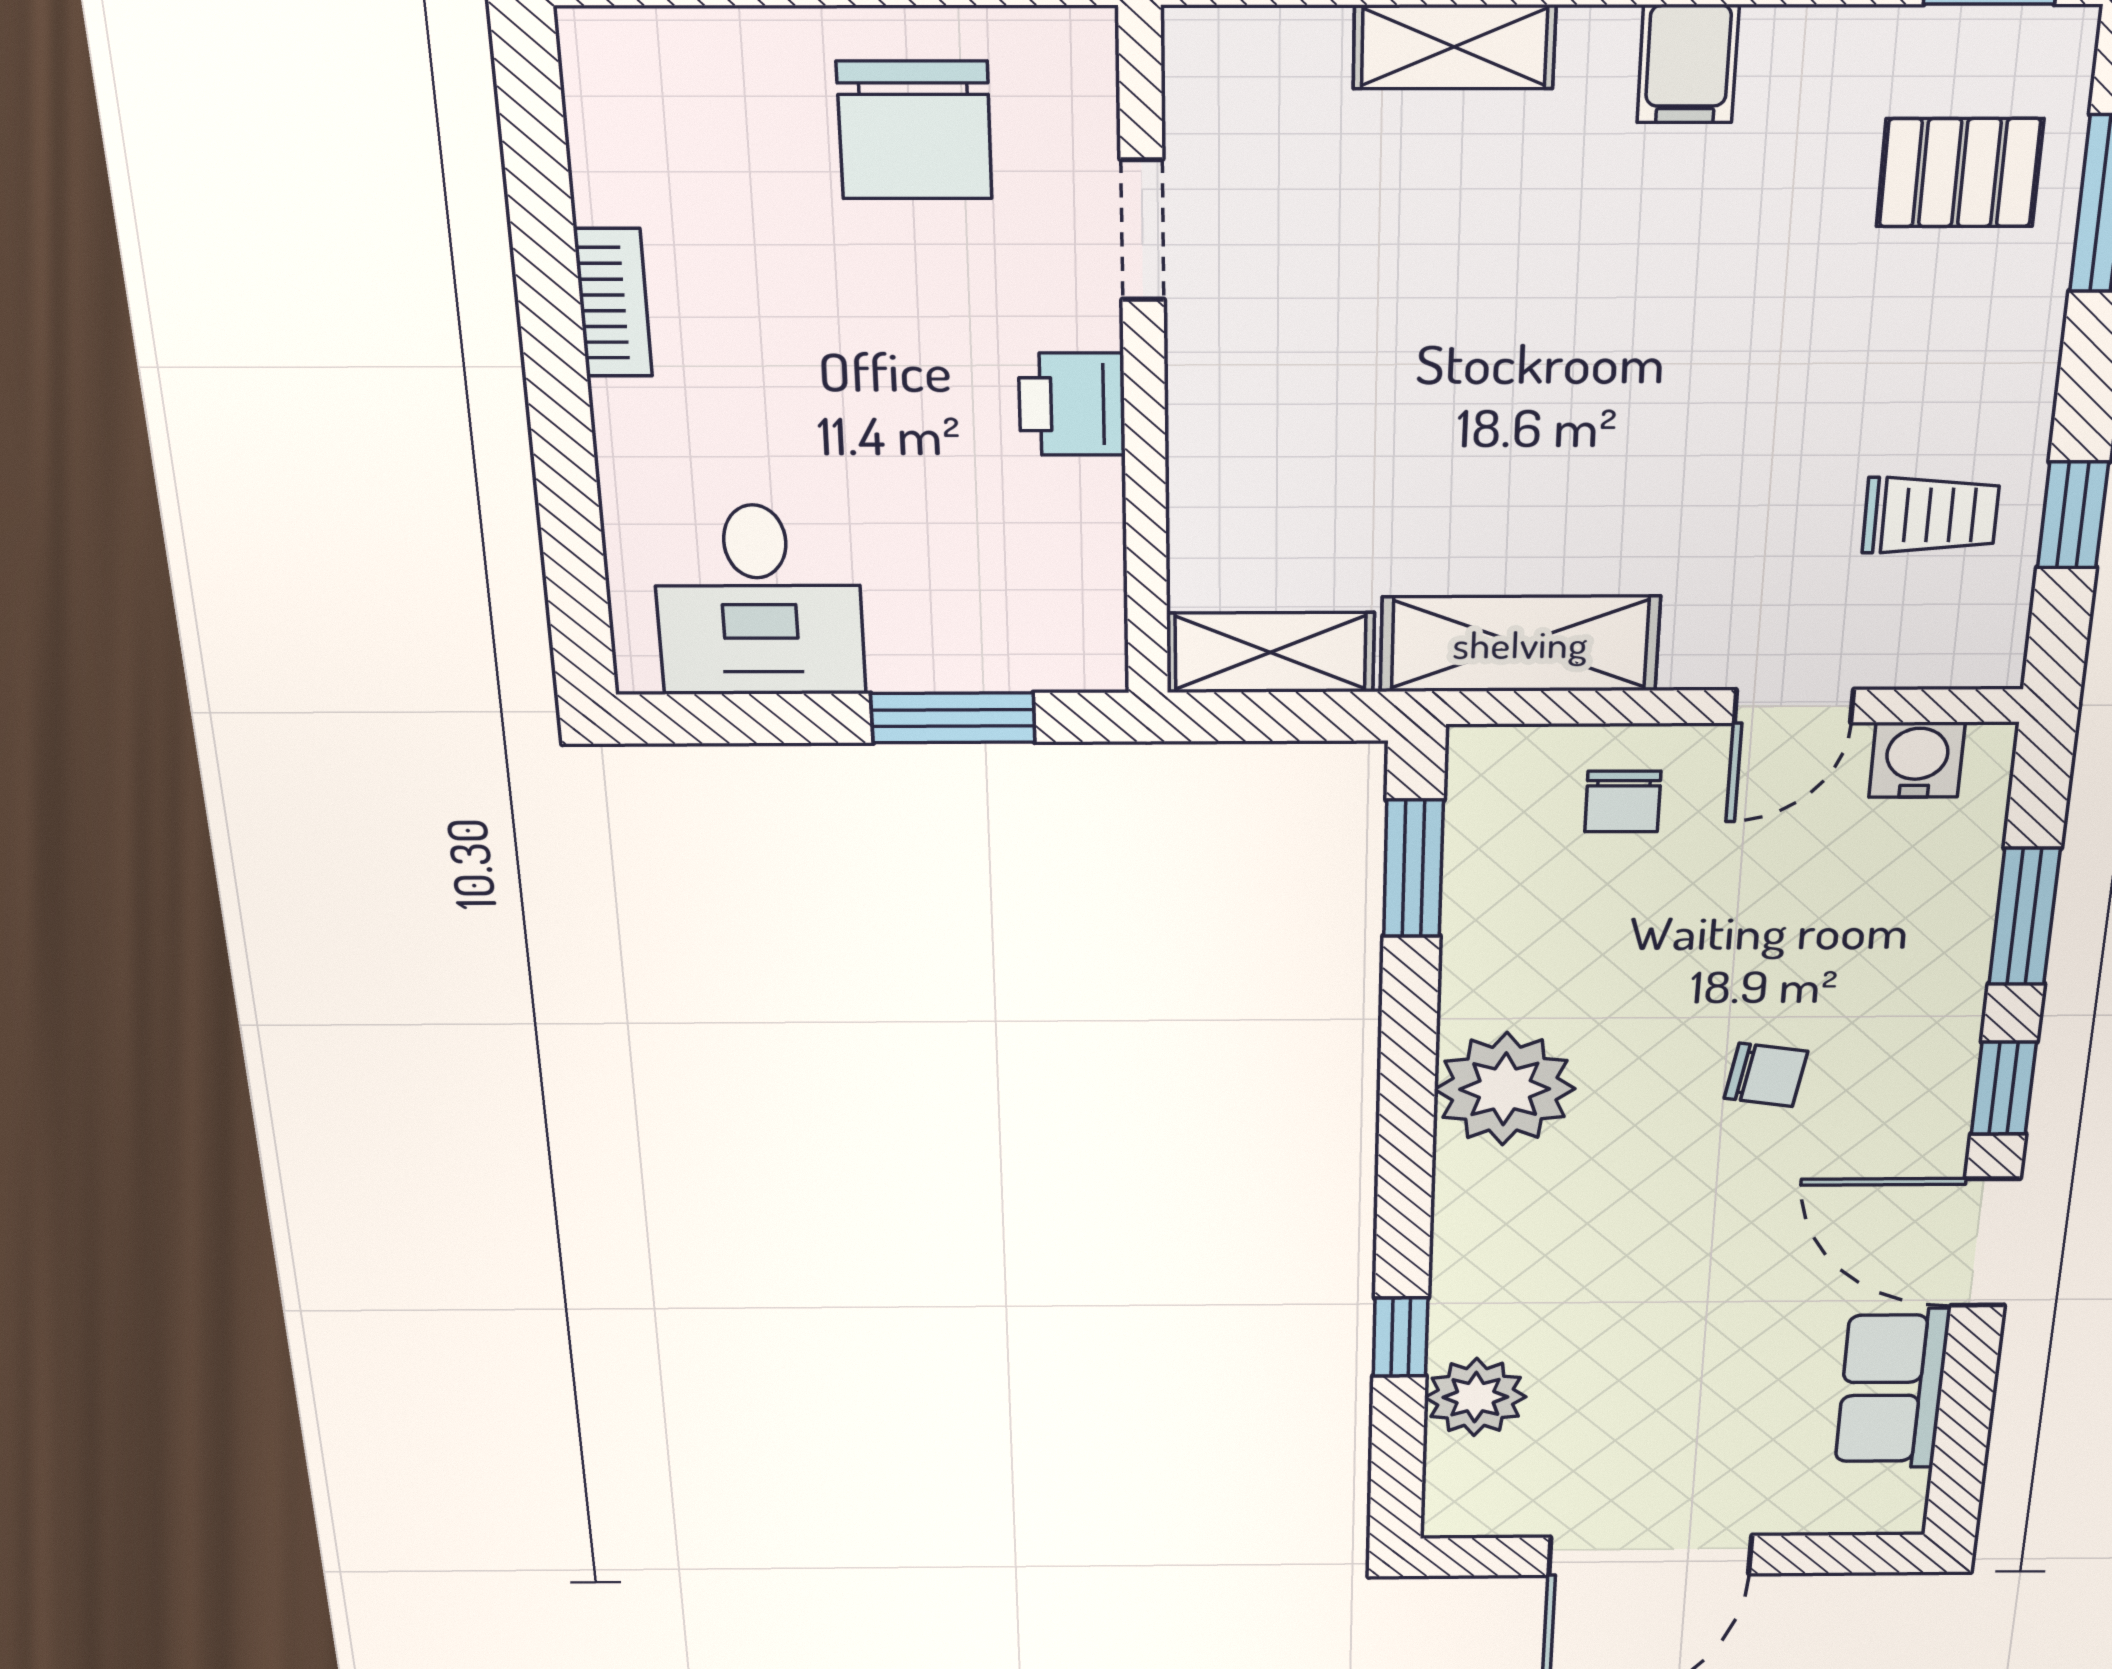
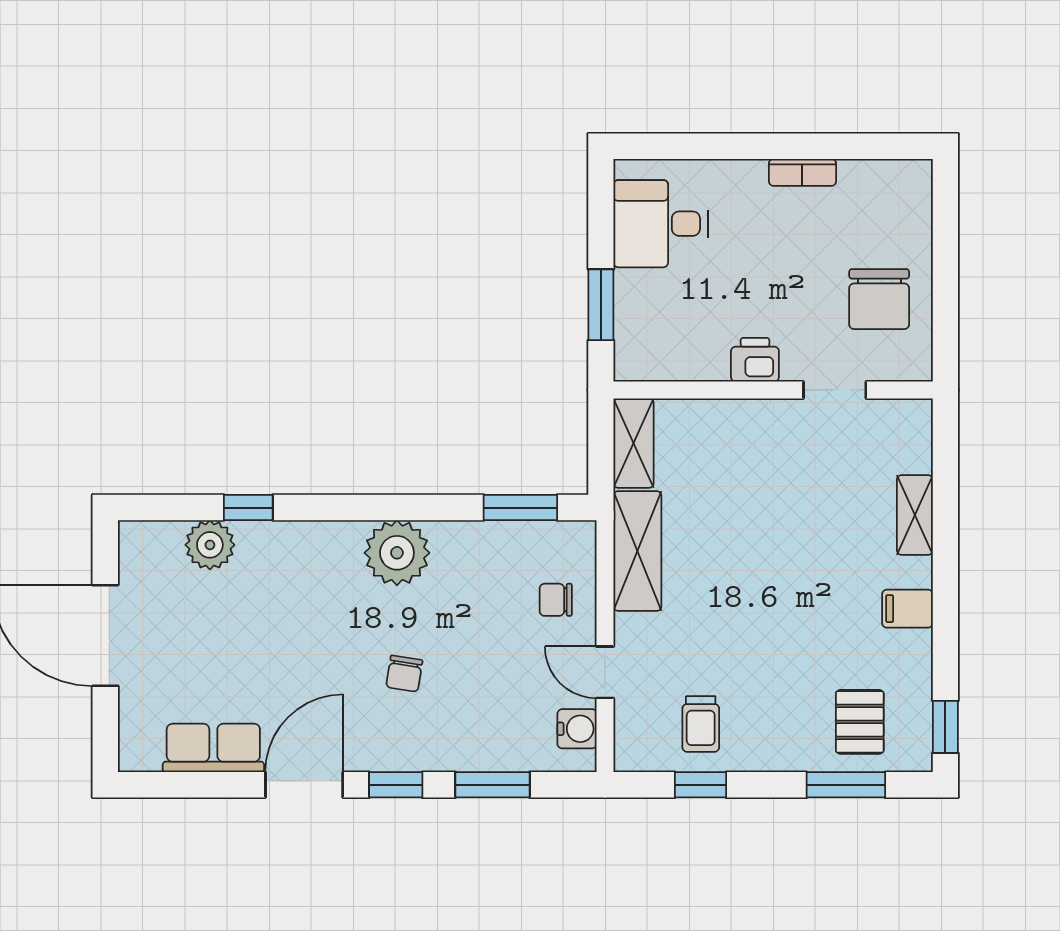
chair: (915, 130) -> (879, 299), turned -90

